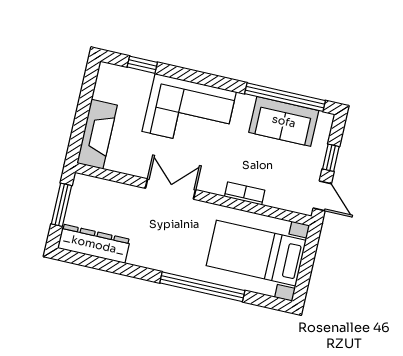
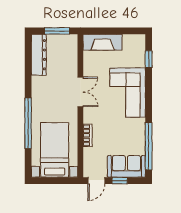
sofa: (284, 121) -> (126, 166), moved, turned 90

